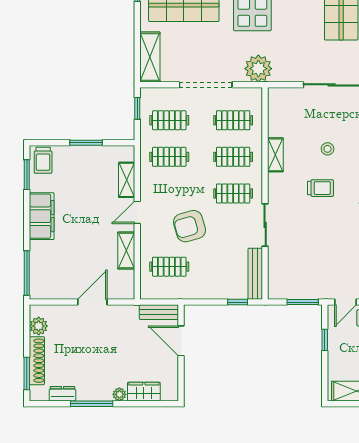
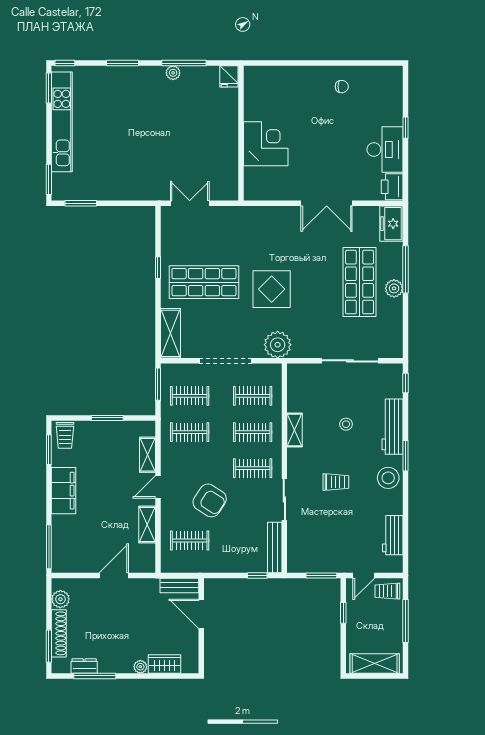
window: (137, 108) -> (158, 384), width x1.50
trolley: (320, 188) -> (336, 482), moved
armchair: (190, 226) -> (210, 500), turned -131
window: (92, 404) -> (95, 676), moved

